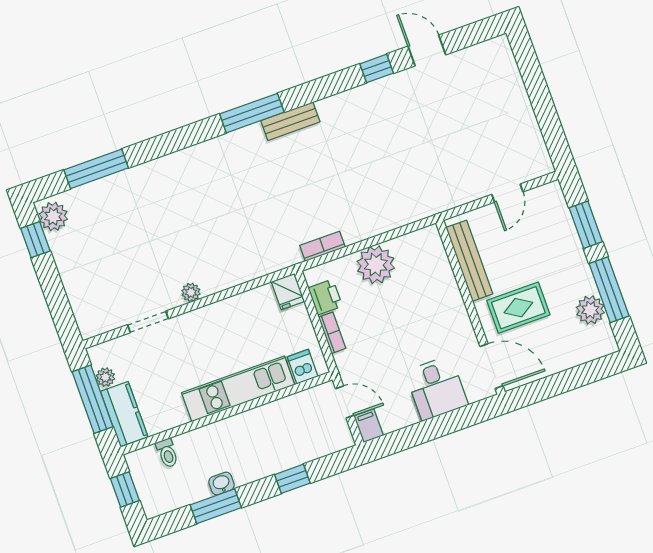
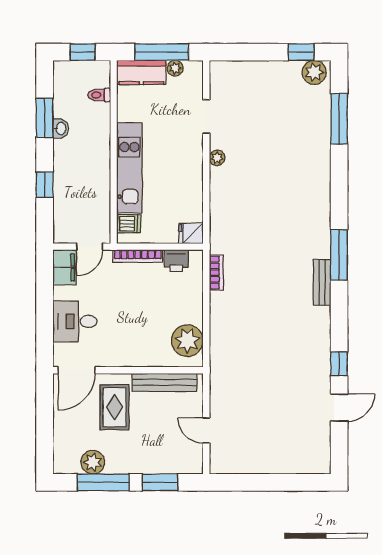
plant: (376, 265) -> (187, 341), moved
bookcase: (332, 333) -> (138, 256), width x1.56
filing cabinet: (369, 426) -> (65, 267), width x2.00

